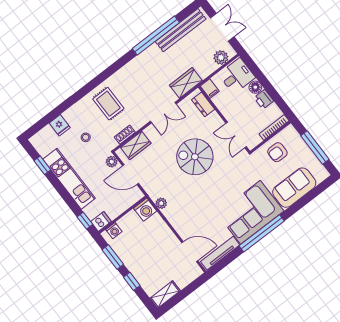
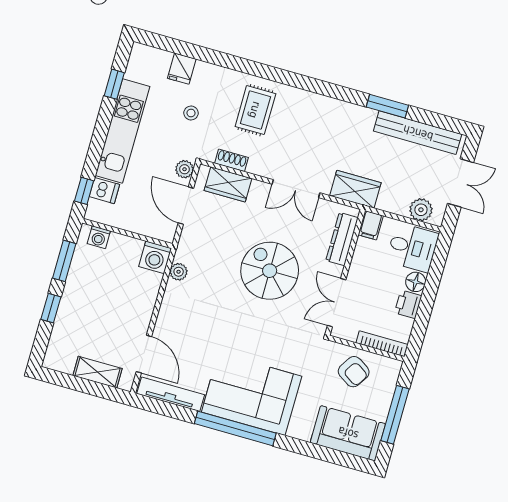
window: (156, 36) -> (387, 106), width x0.47
dresser: (203, 104) -> (342, 239), width x1.44
armchair: (277, 152) -> (354, 372), turned -147
sofa: (294, 188) -> (348, 433), moved
dishwasher: (101, 221) -> (104, 191), moved
shelving: (165, 295) -> (98, 372), moved

